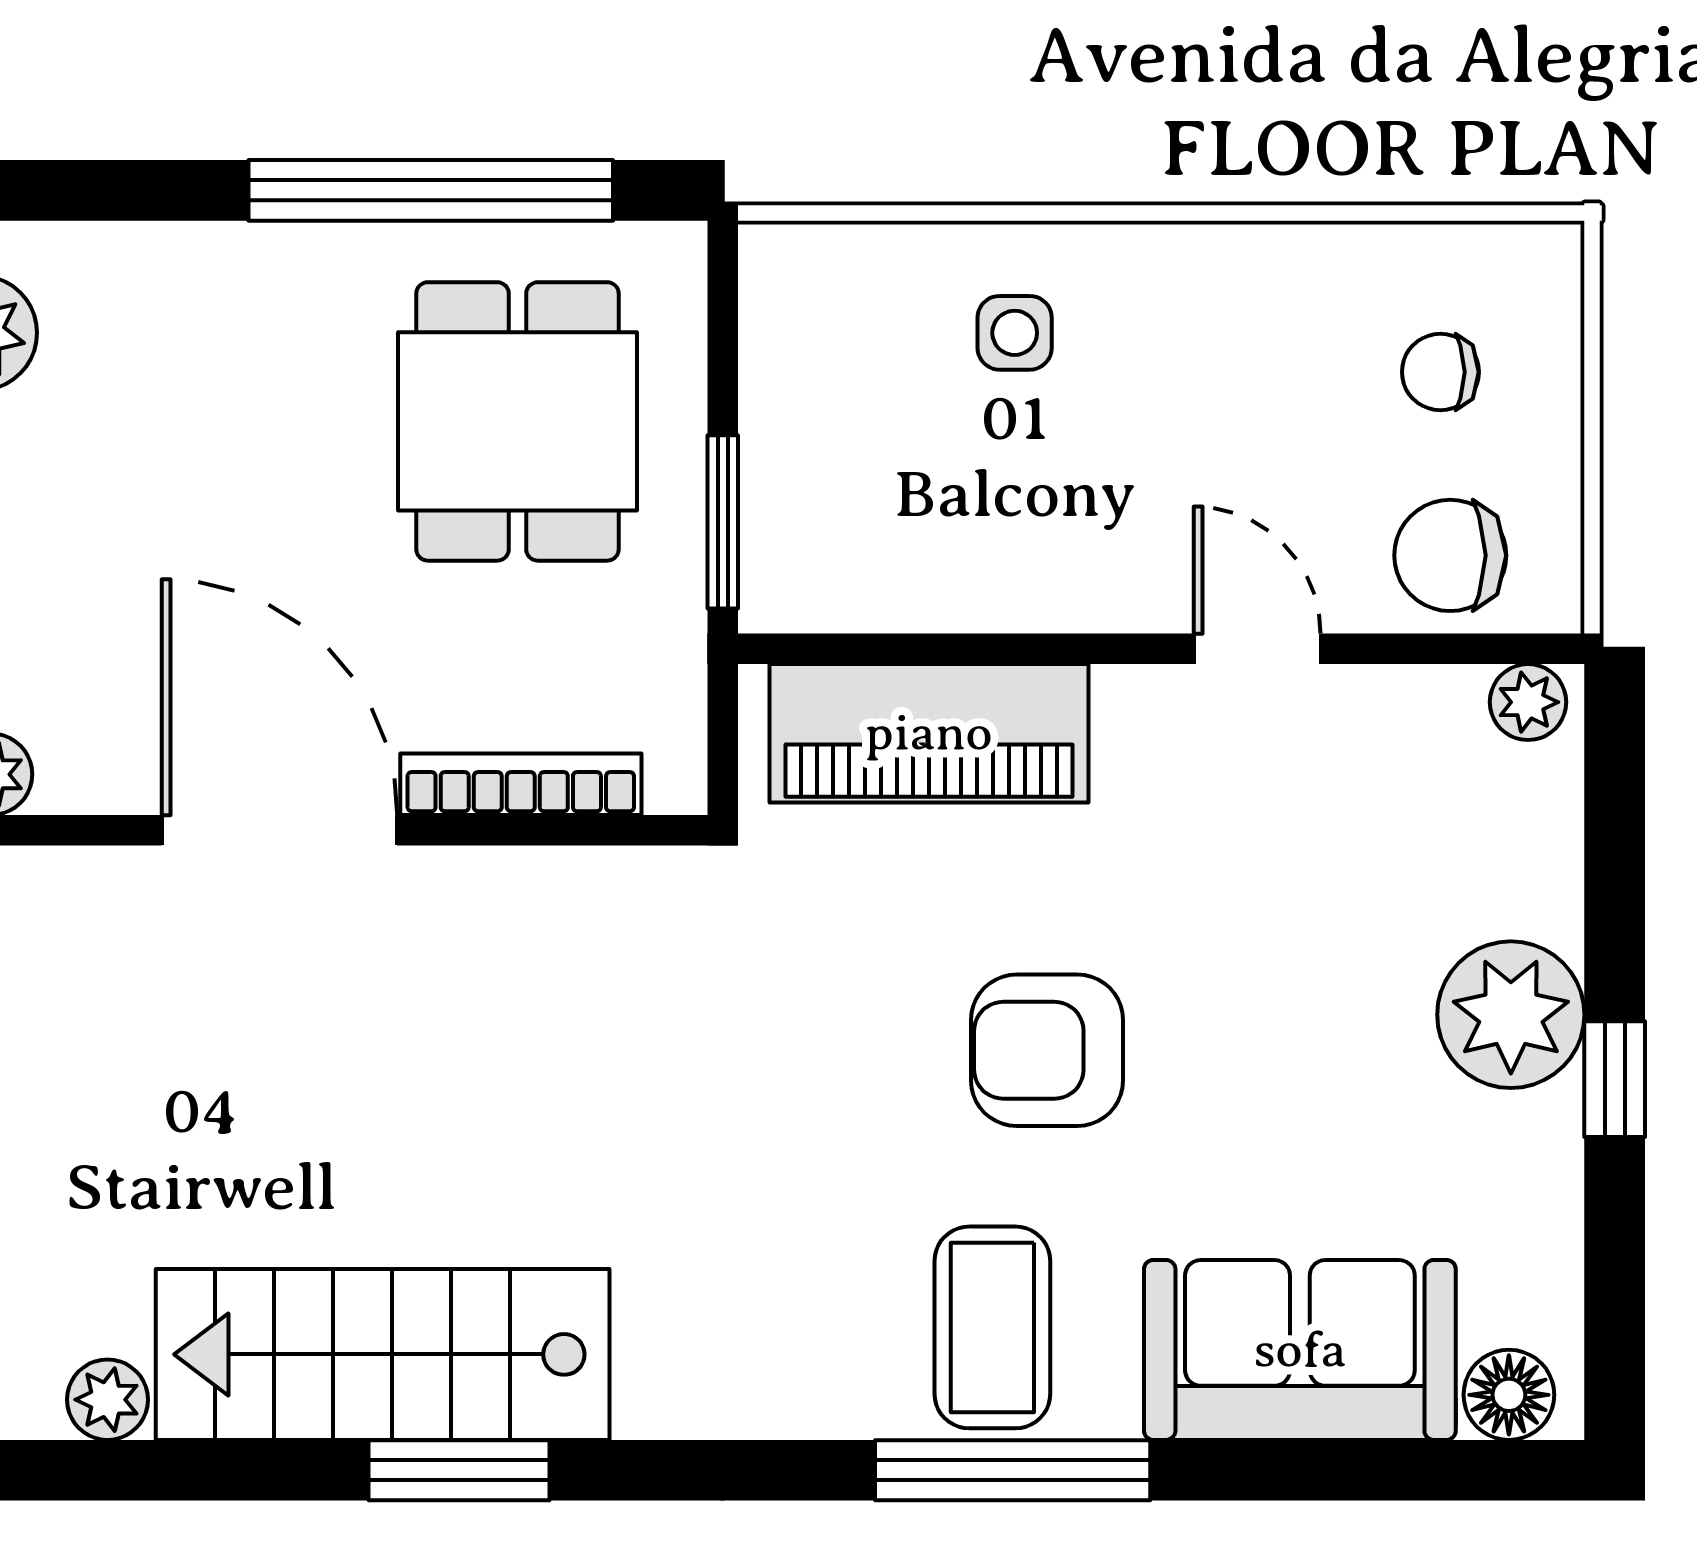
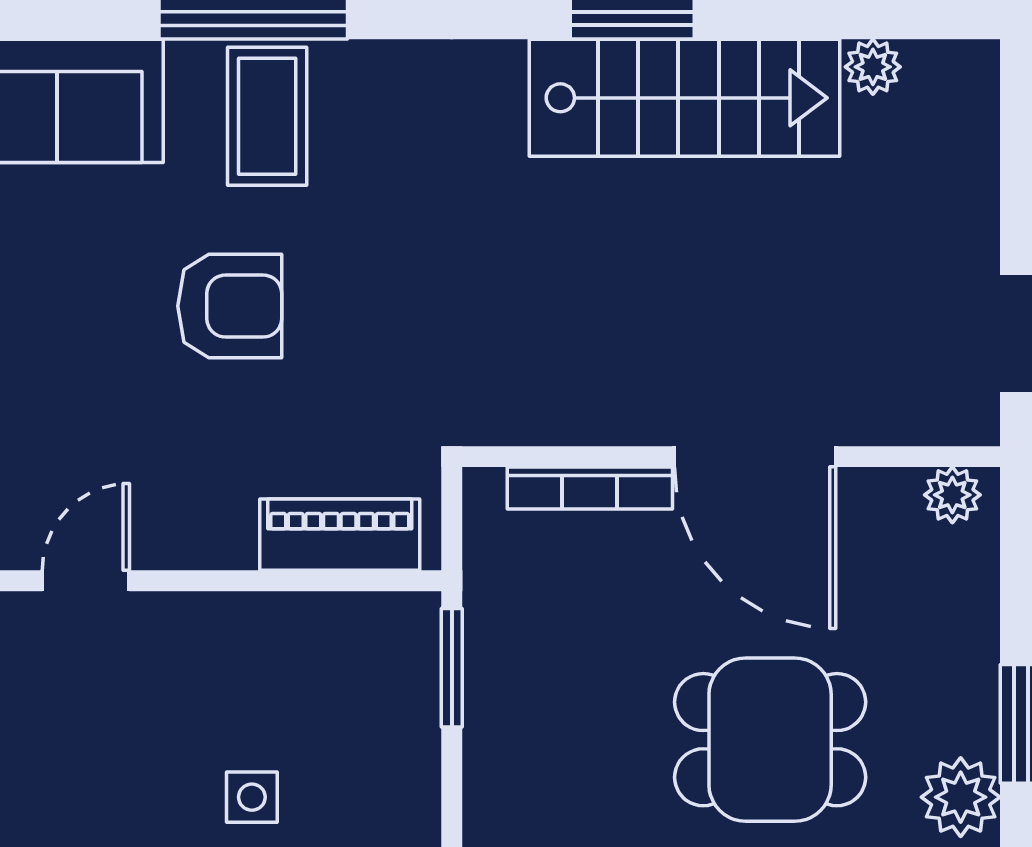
dining table: (517, 421) -> (770, 740), moved, turned 90
door: (1257, 649) -> (86, 581), swing flipped
piano: (929, 733) -> (340, 535), width x0.73, depth x0.75

